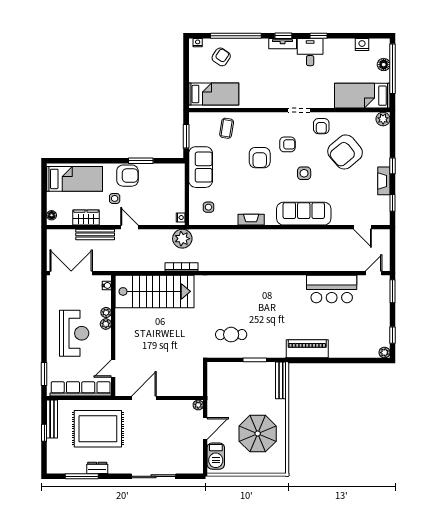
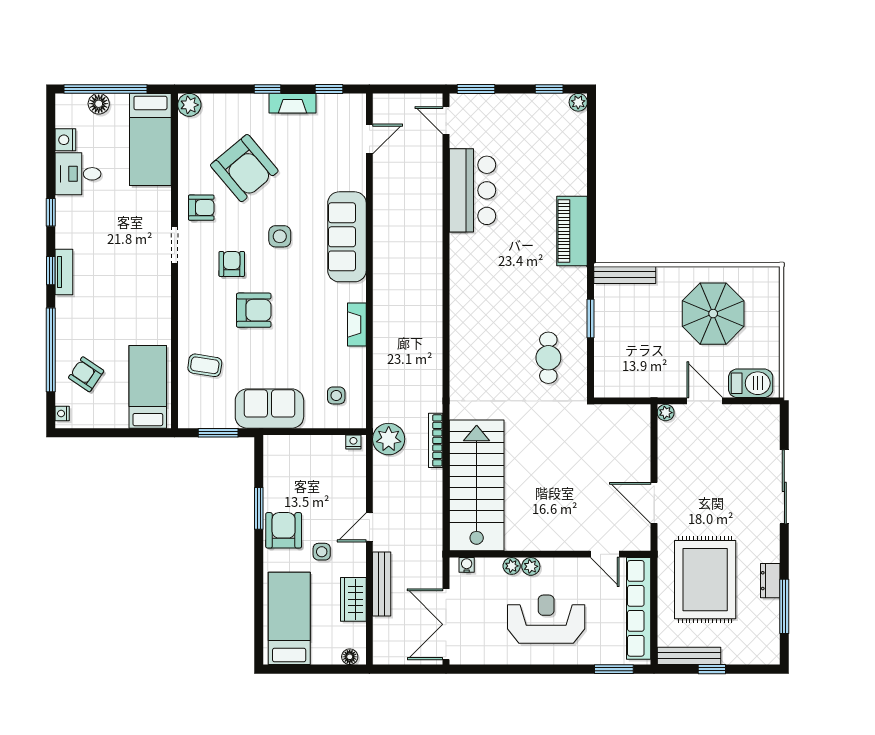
desk: (310, 52) -> (78, 174), moved

